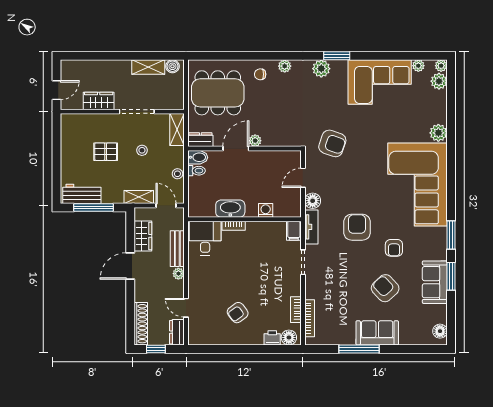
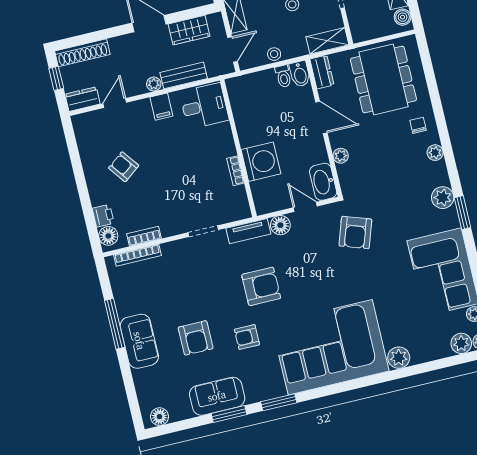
plant: (255, 141) -> (341, 156), moved
washbasin: (230, 209) -> (323, 182), moved, turned 180
washing machine: (266, 210) -> (261, 162), width x1.89, depth x1.89
bookcase: (234, 226) -> (236, 171), moved
filing cabinet: (294, 231) -> (161, 107), moved, turned -90
armchair: (385, 288) -> (196, 338), turned 133

